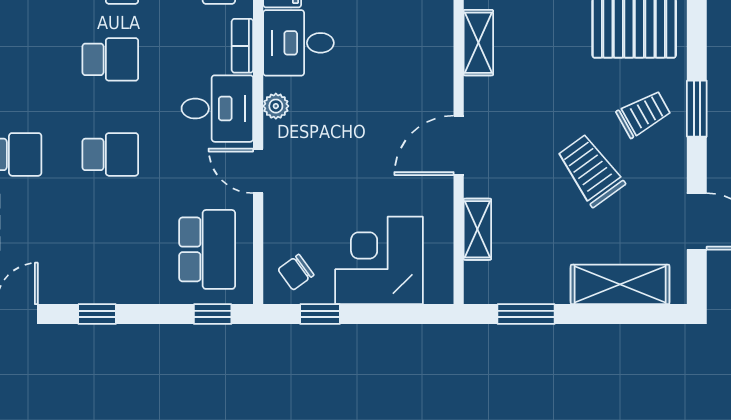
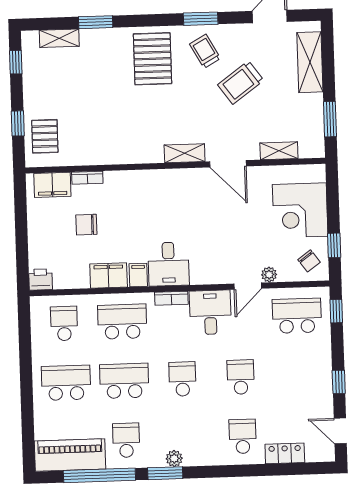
shelving: (478, 43) -> (185, 153), moved
plant: (276, 106) -> (269, 275), moved

